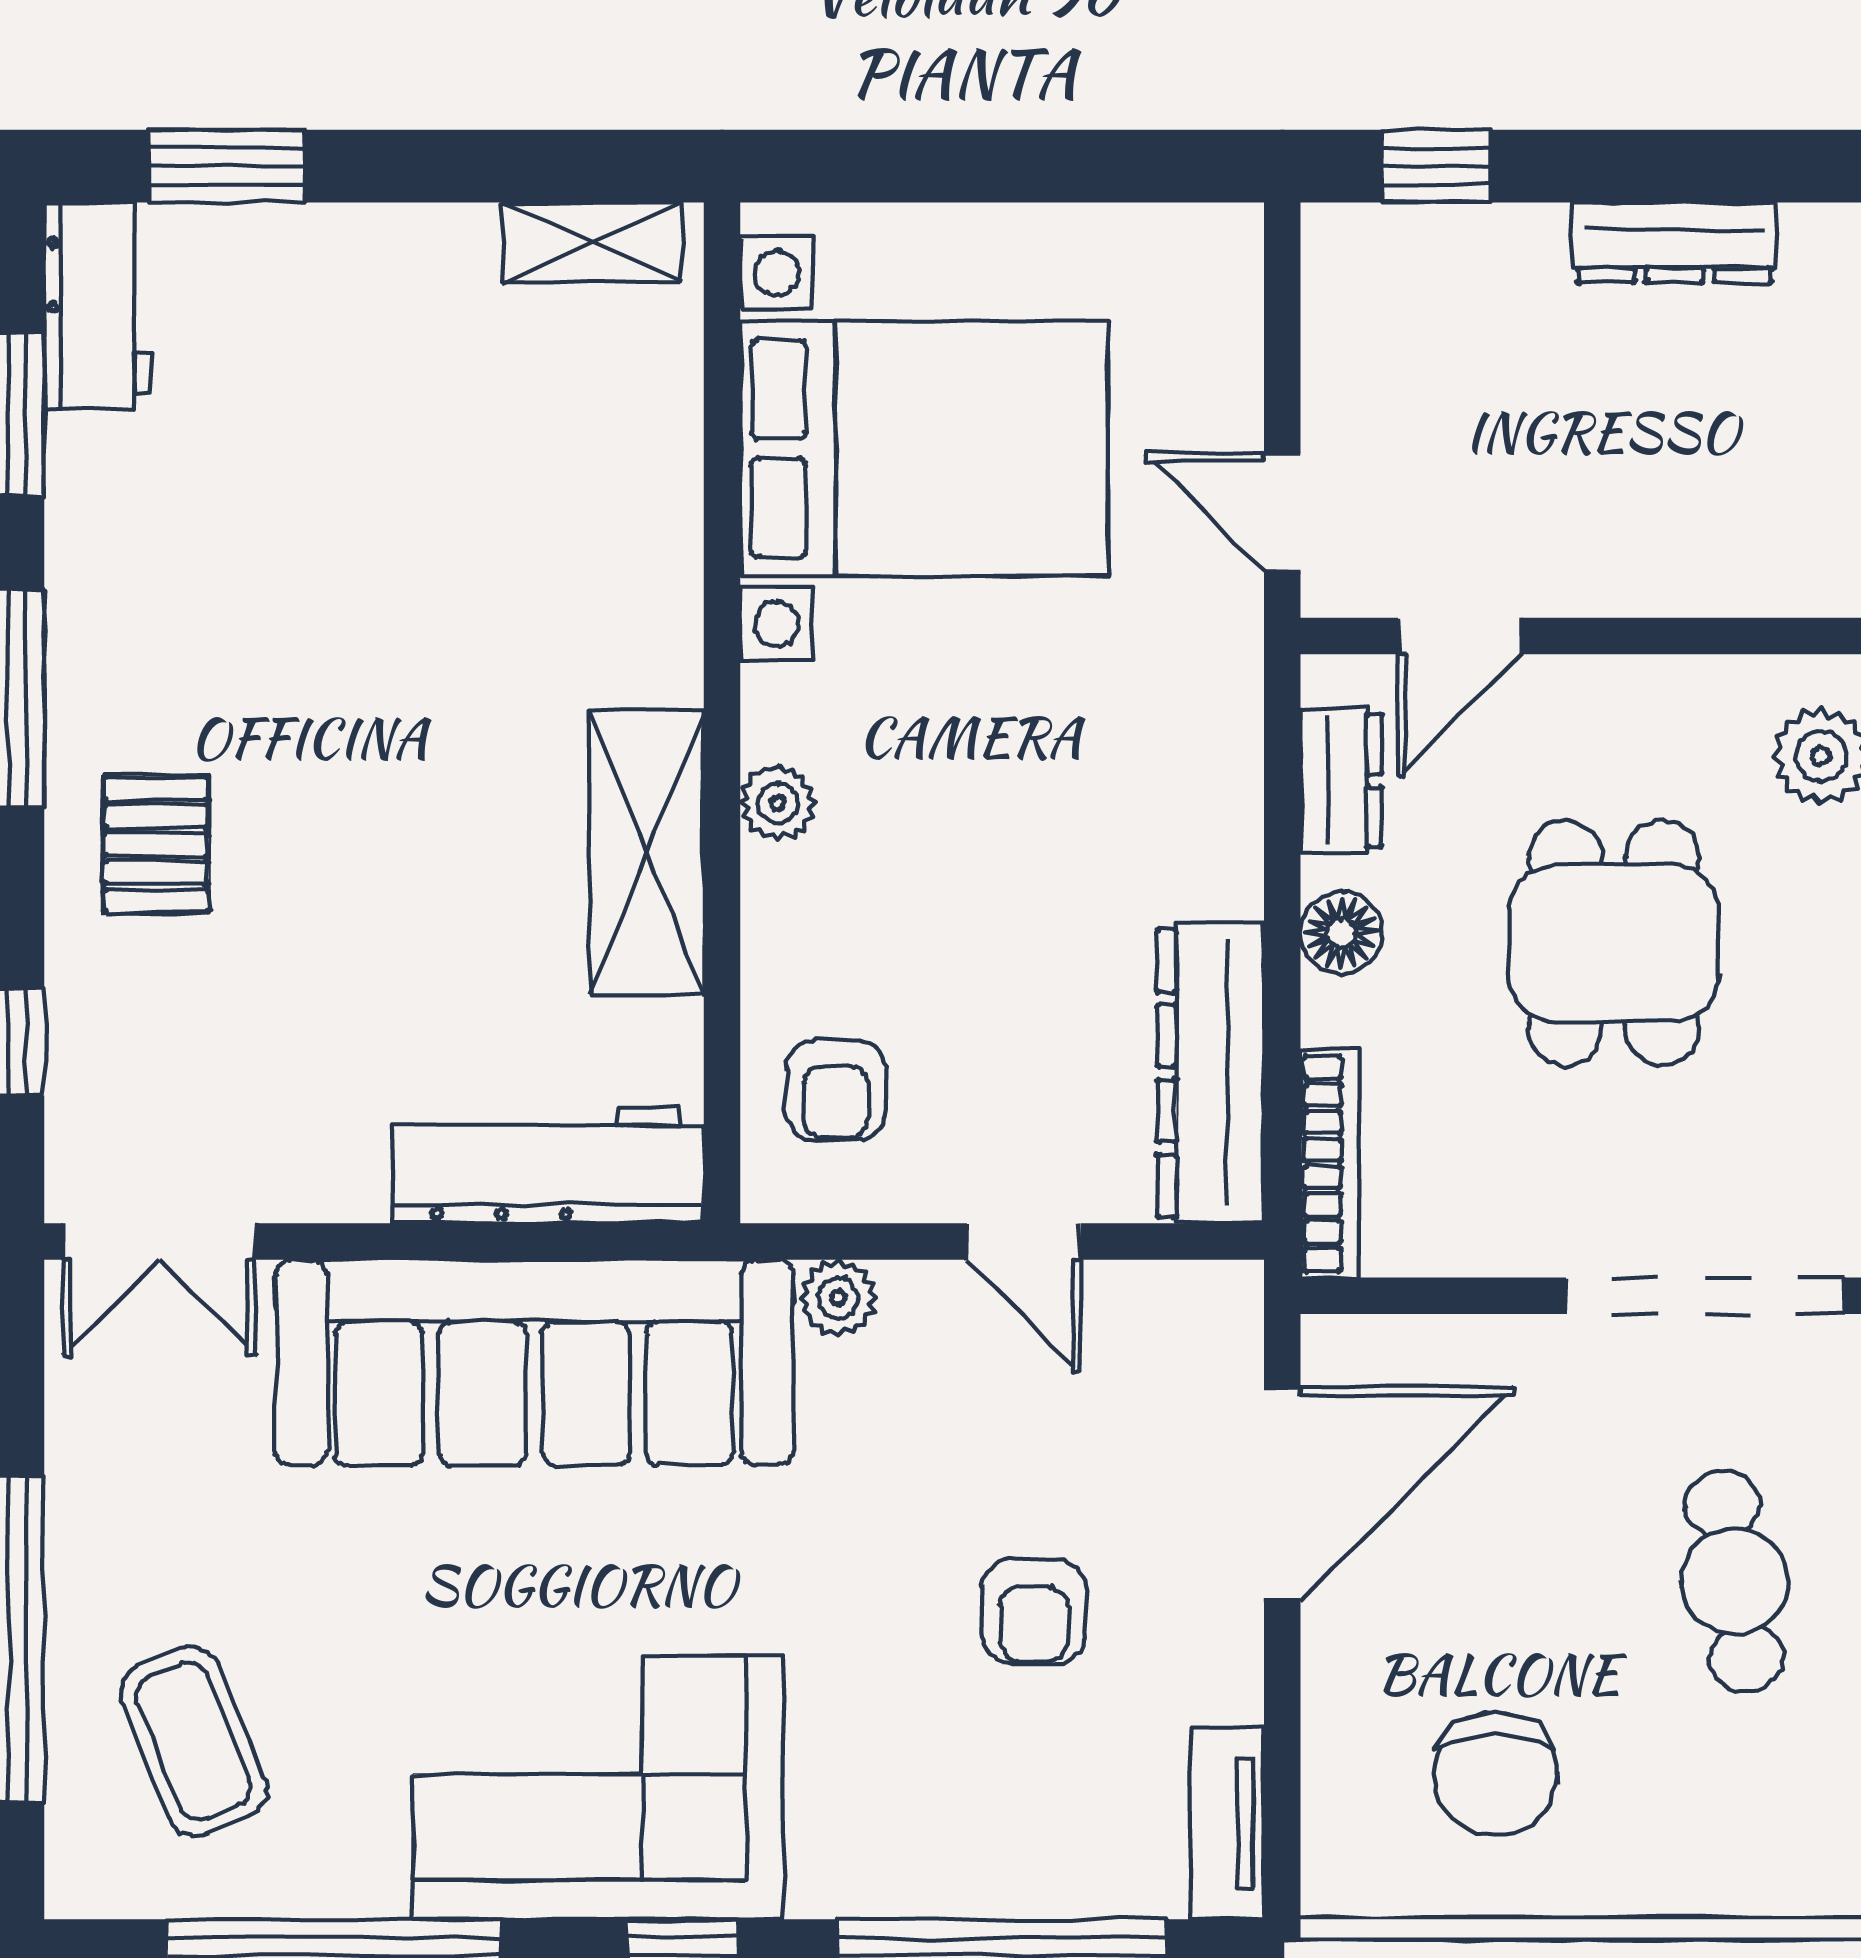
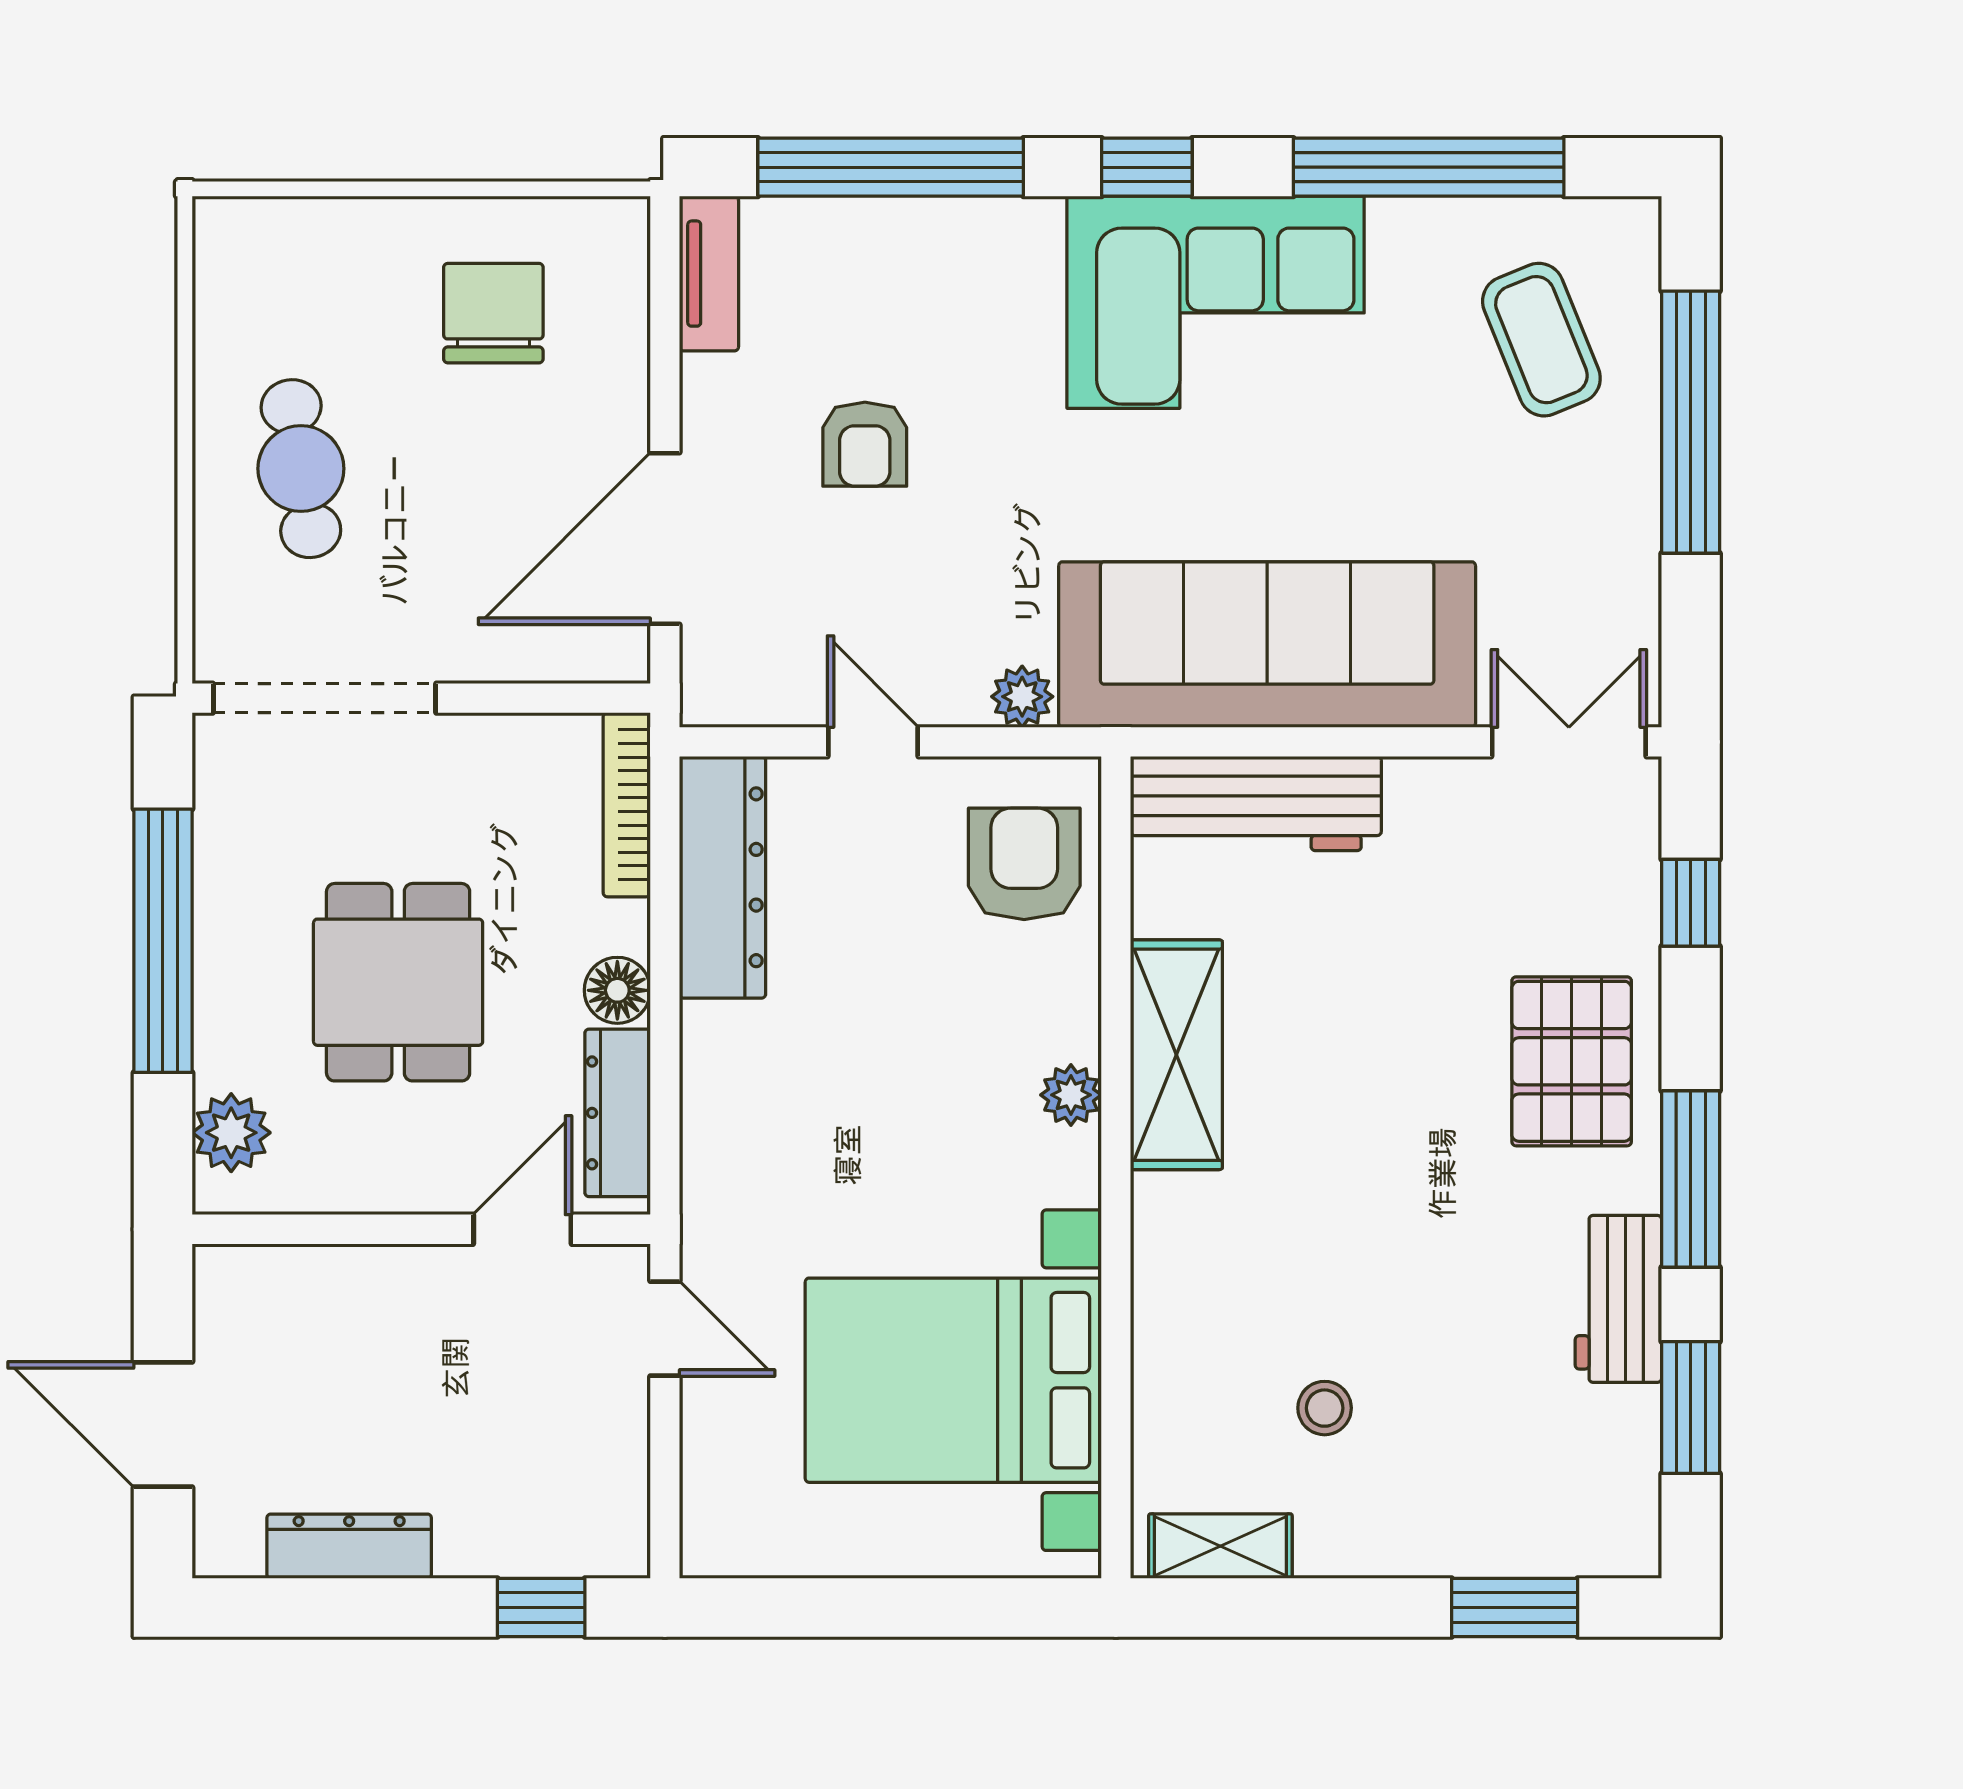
workbench: (98, 306) -> (1618, 1299), moved
stool: (463, 414) -> (1325, 1408), added
dresser: (1341, 781) -> (618, 1113), width x1.44
pallet: (156, 845) -> (1572, 1061), width x1.50, depth x1.42
armchair: (836, 1090) -> (1024, 864), width x1.38, depth x1.38
armchair: (1034, 1611) -> (865, 444), turned 180

